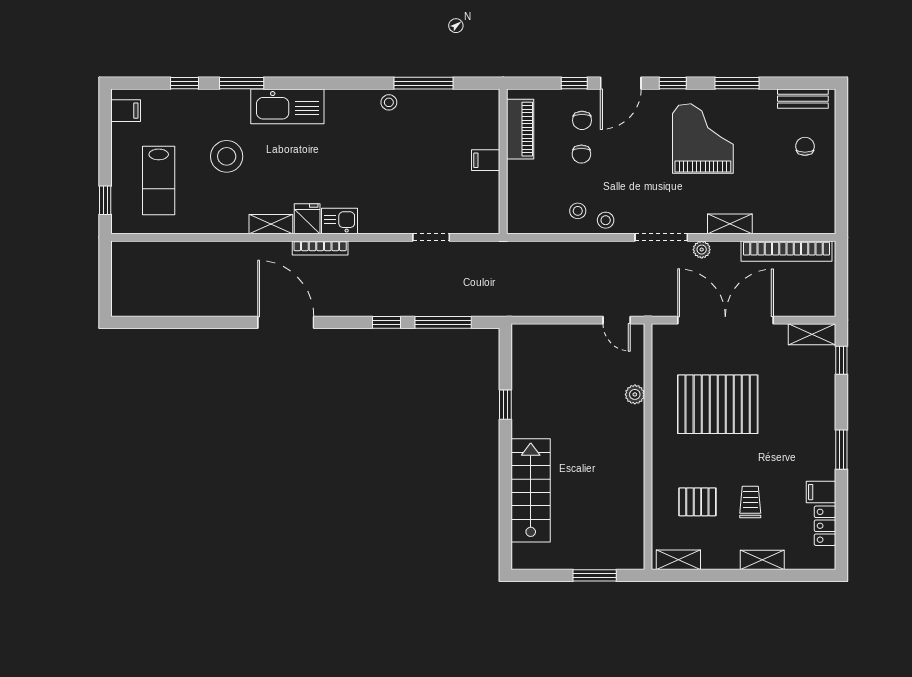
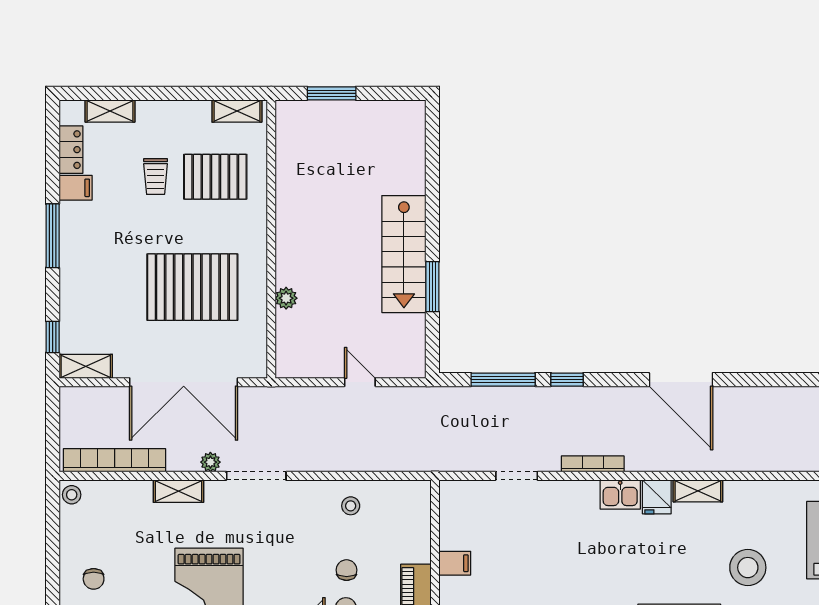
stool: (606, 220) -> (72, 495), moved
bookcase: (320, 248) -> (593, 464), moved
door: (617, 320) -> (360, 382), moved
window: (505, 405) -> (432, 287), width x1.50
window: (841, 450) -> (53, 236), width x1.44
stairs: (531, 490) -> (404, 254), moved
pallet: (697, 502) -> (215, 177), width x1.50, depth x1.42
shelving: (762, 560) -> (110, 111), moved

